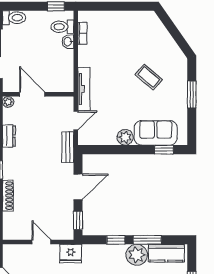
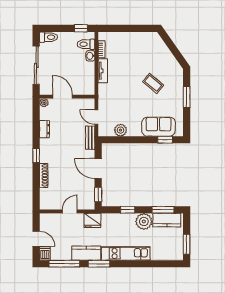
tv unit: (84, 89) -> (103, 71), moved, width x0.71
door: (76, 120) -> (96, 117), swing flipped
plant: (125, 137) -> (120, 130), moved
door: (78, 187) -> (98, 169), swing flipped
window: (147, 240) -> (163, 210), moved
door: (41, 242) -> (70, 211), hinge flipped

